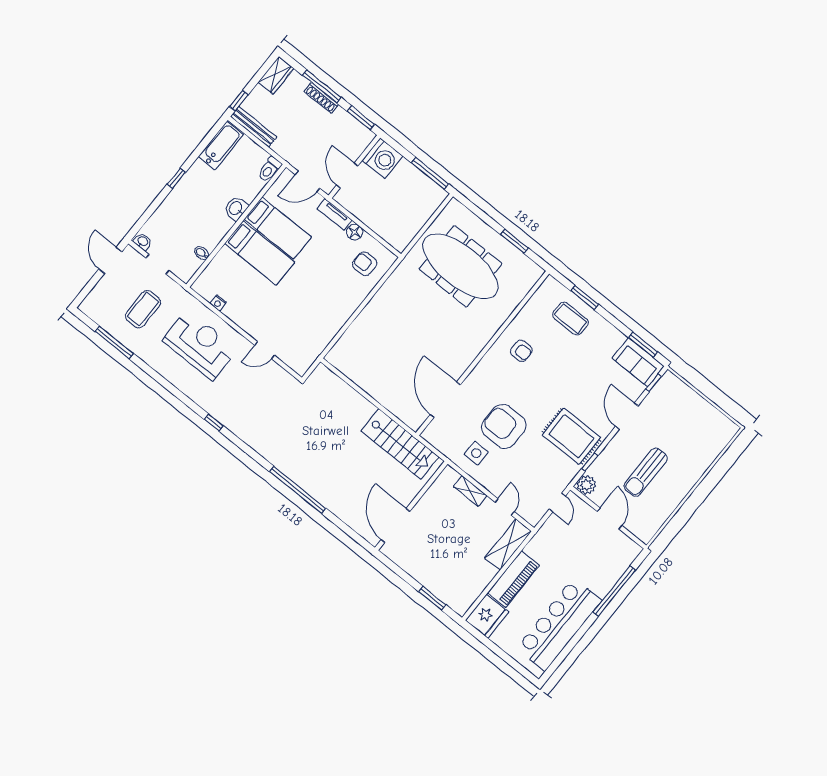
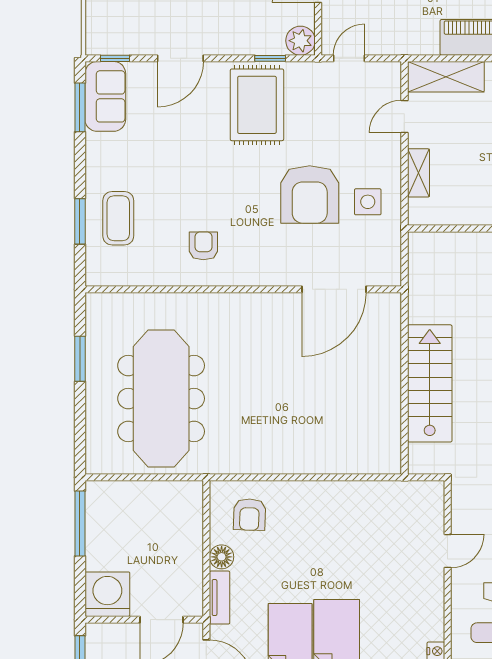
door: (264, 350) -> (448, 551), hinge flipped
stairs: (400, 444) -> (430, 383), moved

